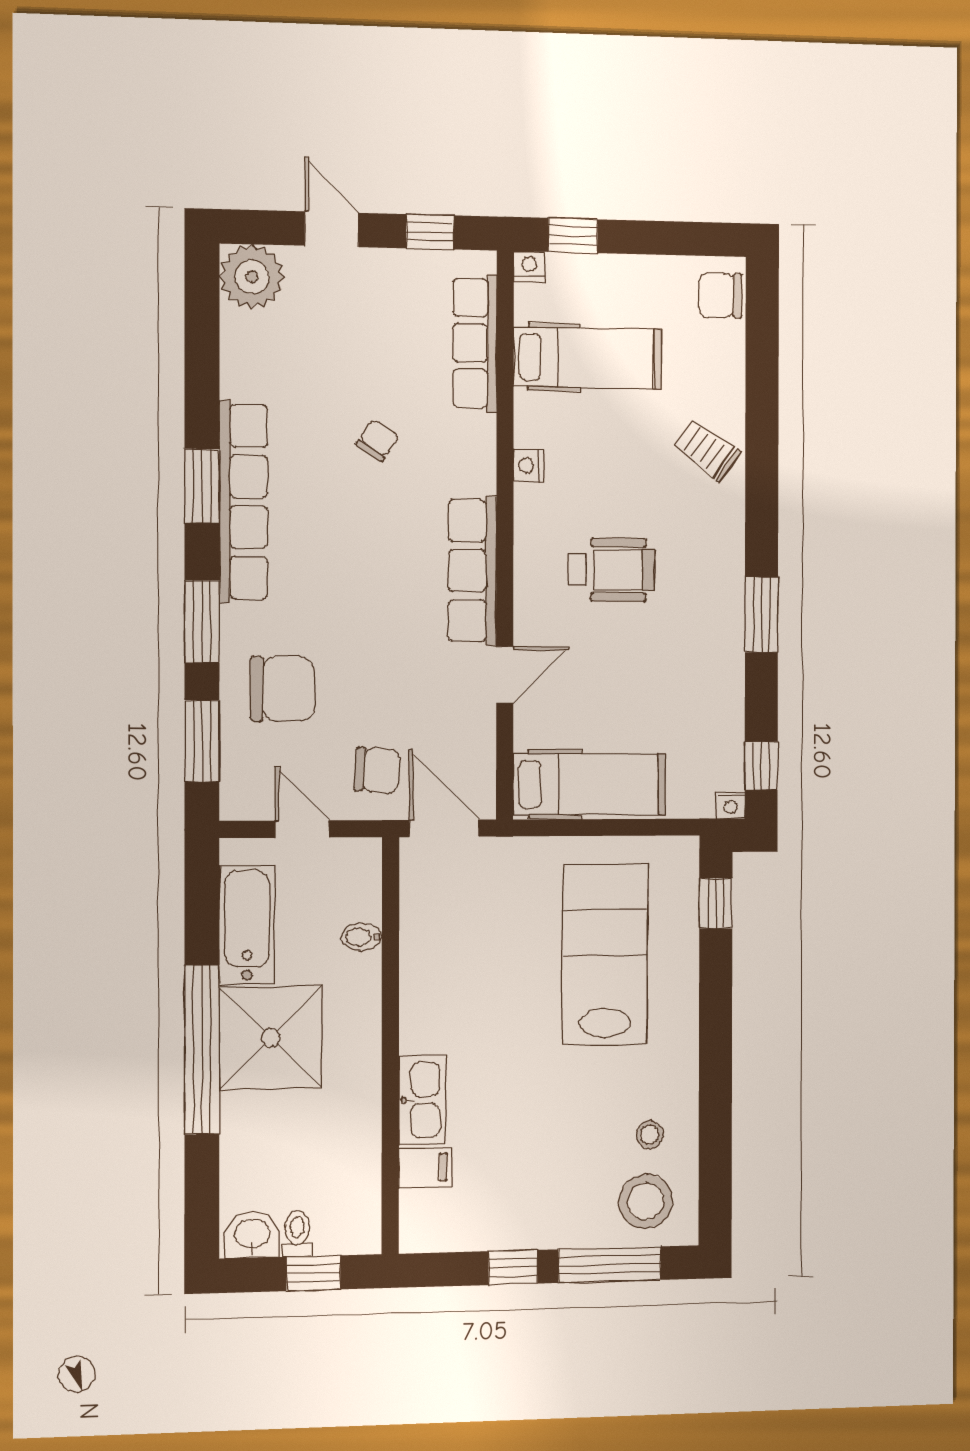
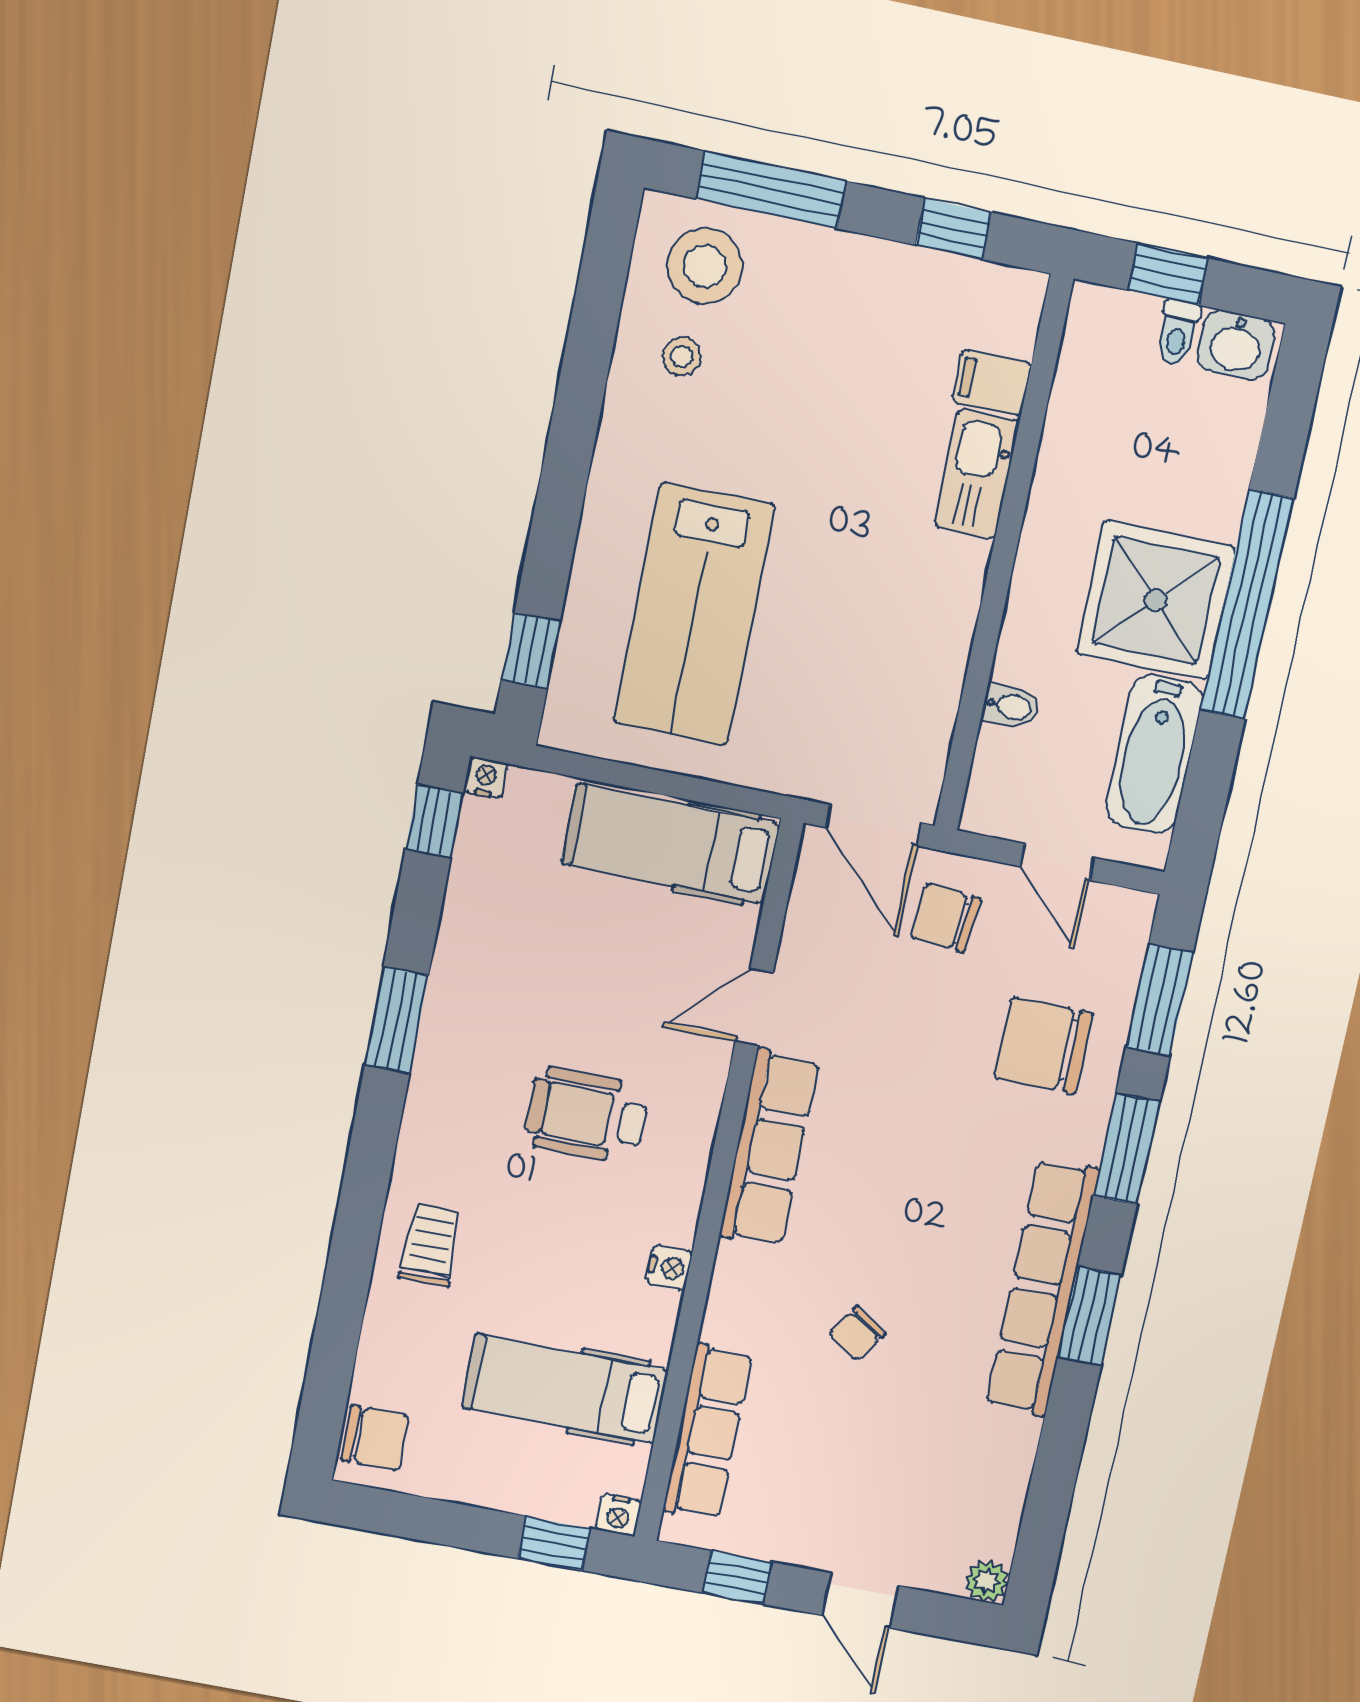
plant: (252, 277) -> (987, 1581), width x0.53, depth x0.53
trolley: (707, 450) -> (430, 1245), turned -125
window: (513, 1267) -> (953, 229), moved

